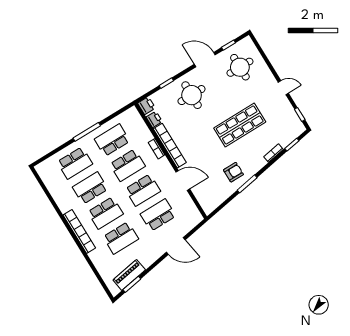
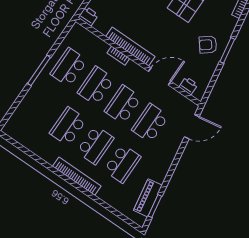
printer: (154, 119) -> (188, 86), moved
school desk: (75, 163) -> (41, 108), removed
school desk: (127, 165) -> (96, 86), turned 180
armchair: (233, 172) -> (208, 45), turned -128
school desk: (143, 190) -> (123, 104), turned 180
door: (176, 246) -> (192, 127), moved

